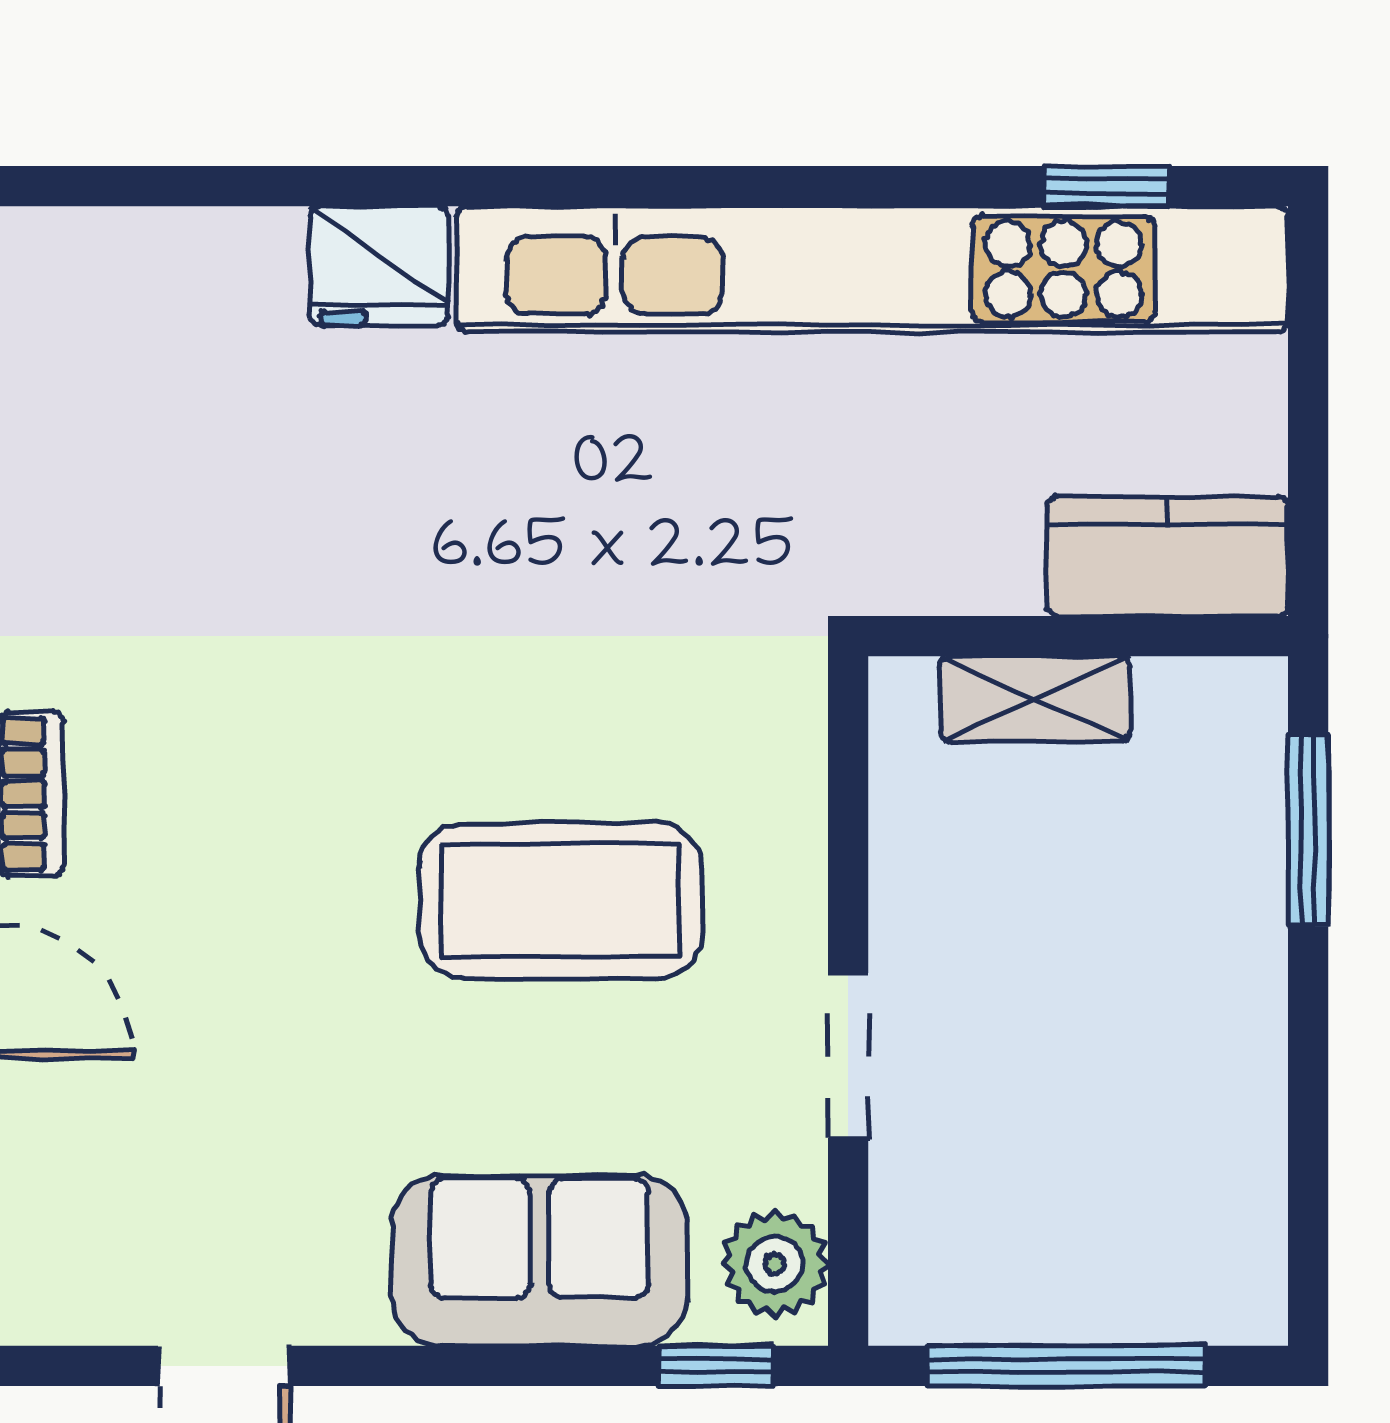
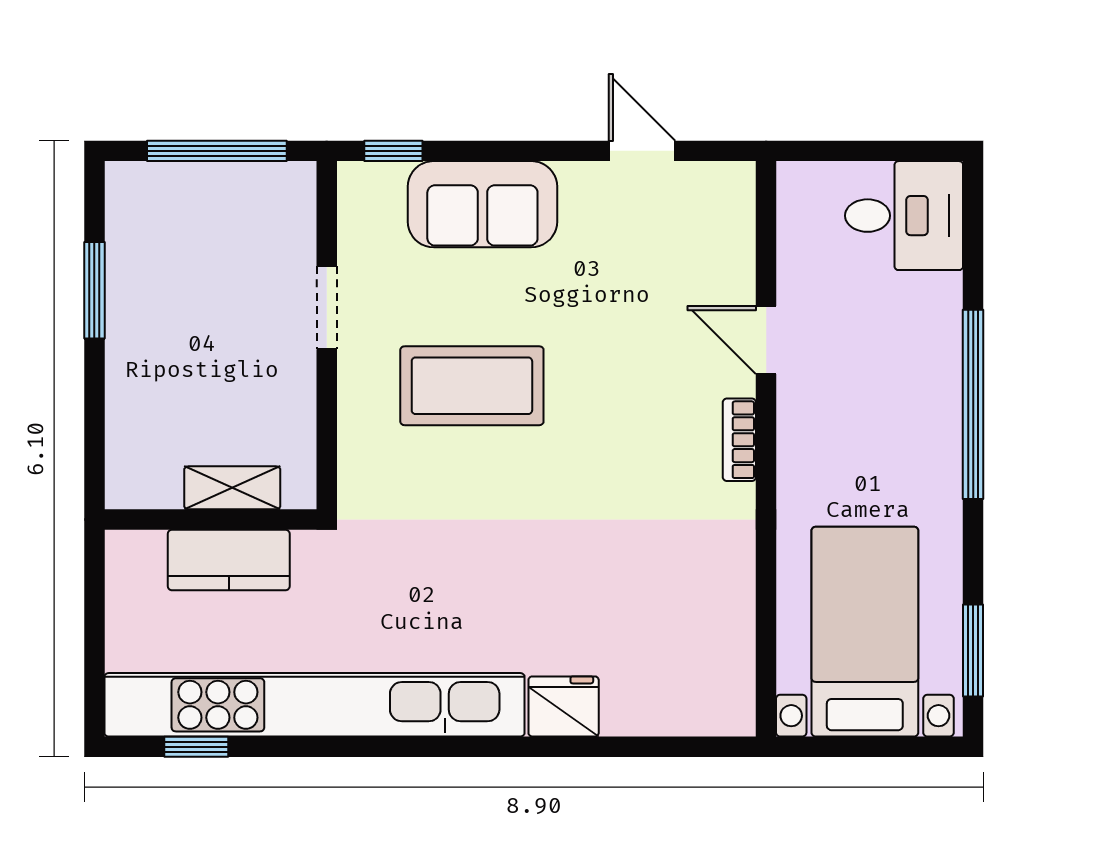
kitchen counter: (1168, 556) -> (229, 560), moved
window: (1308, 830) -> (94, 290), moved
plant: (775, 1264) -> (364, 202), removed

